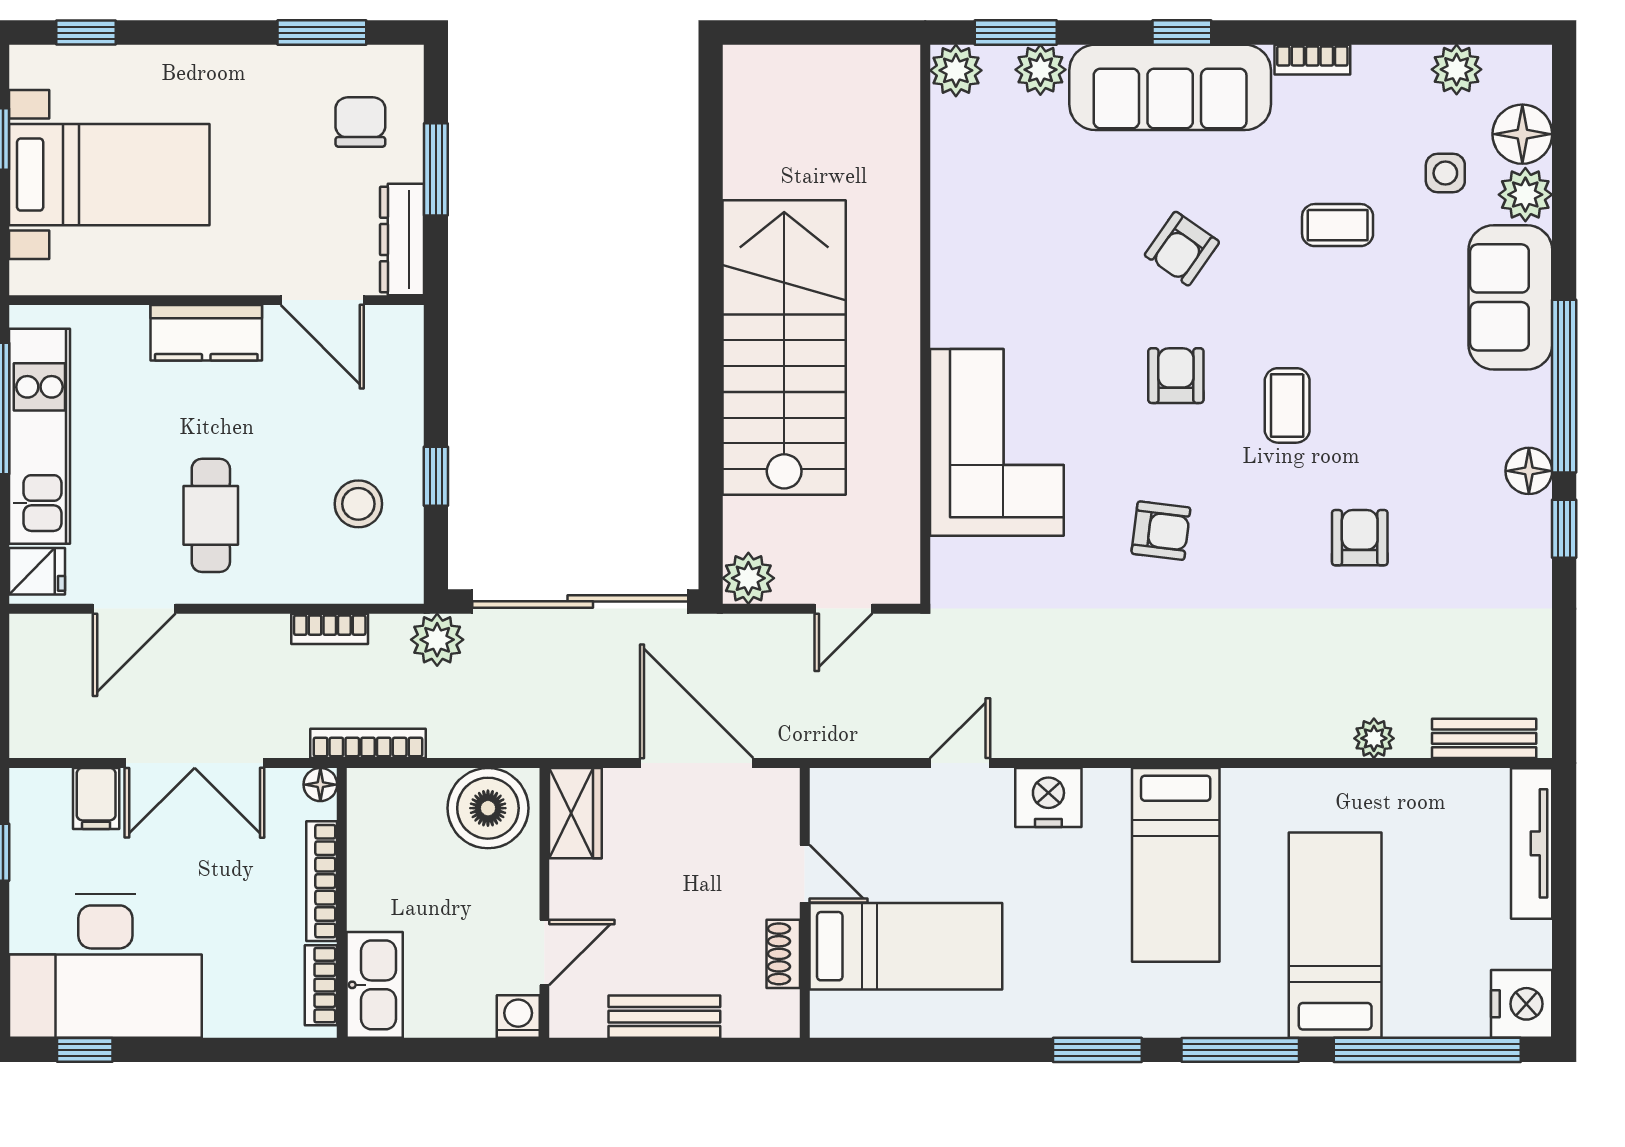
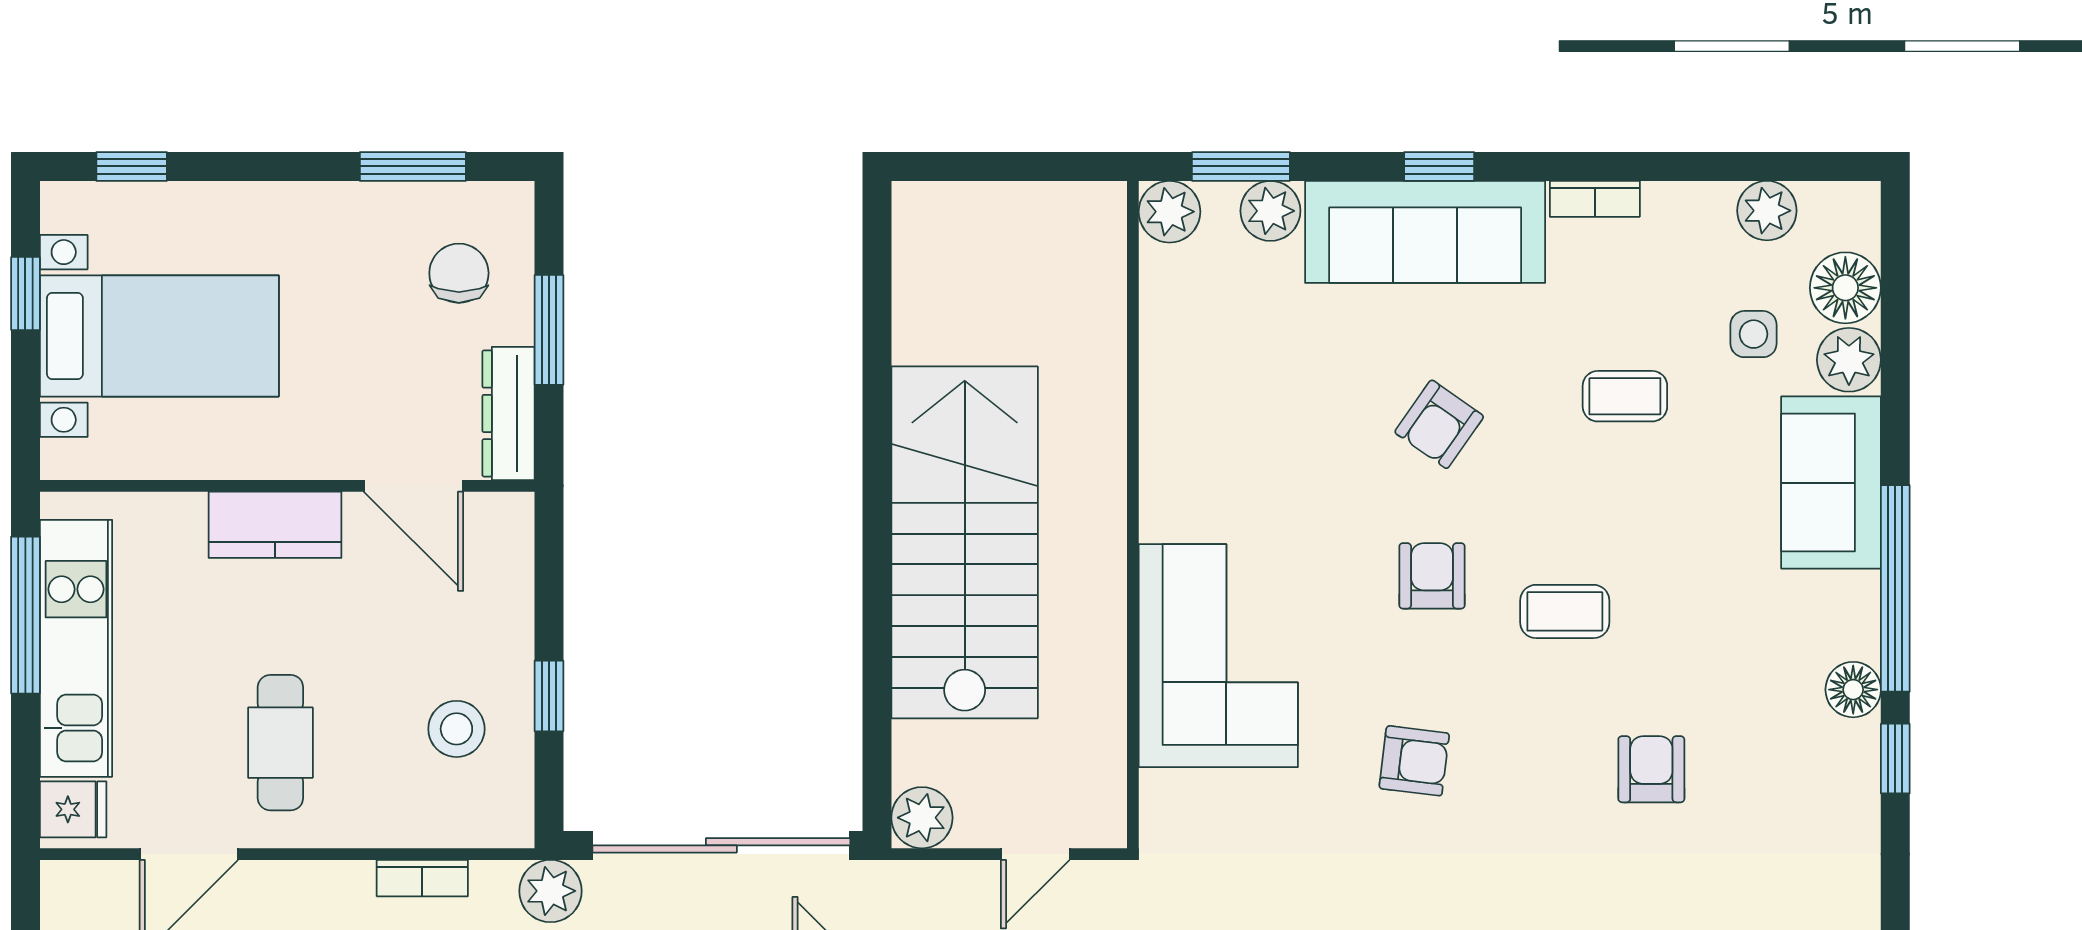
coffee table: (1287, 405) -> (1565, 611), turned 90

